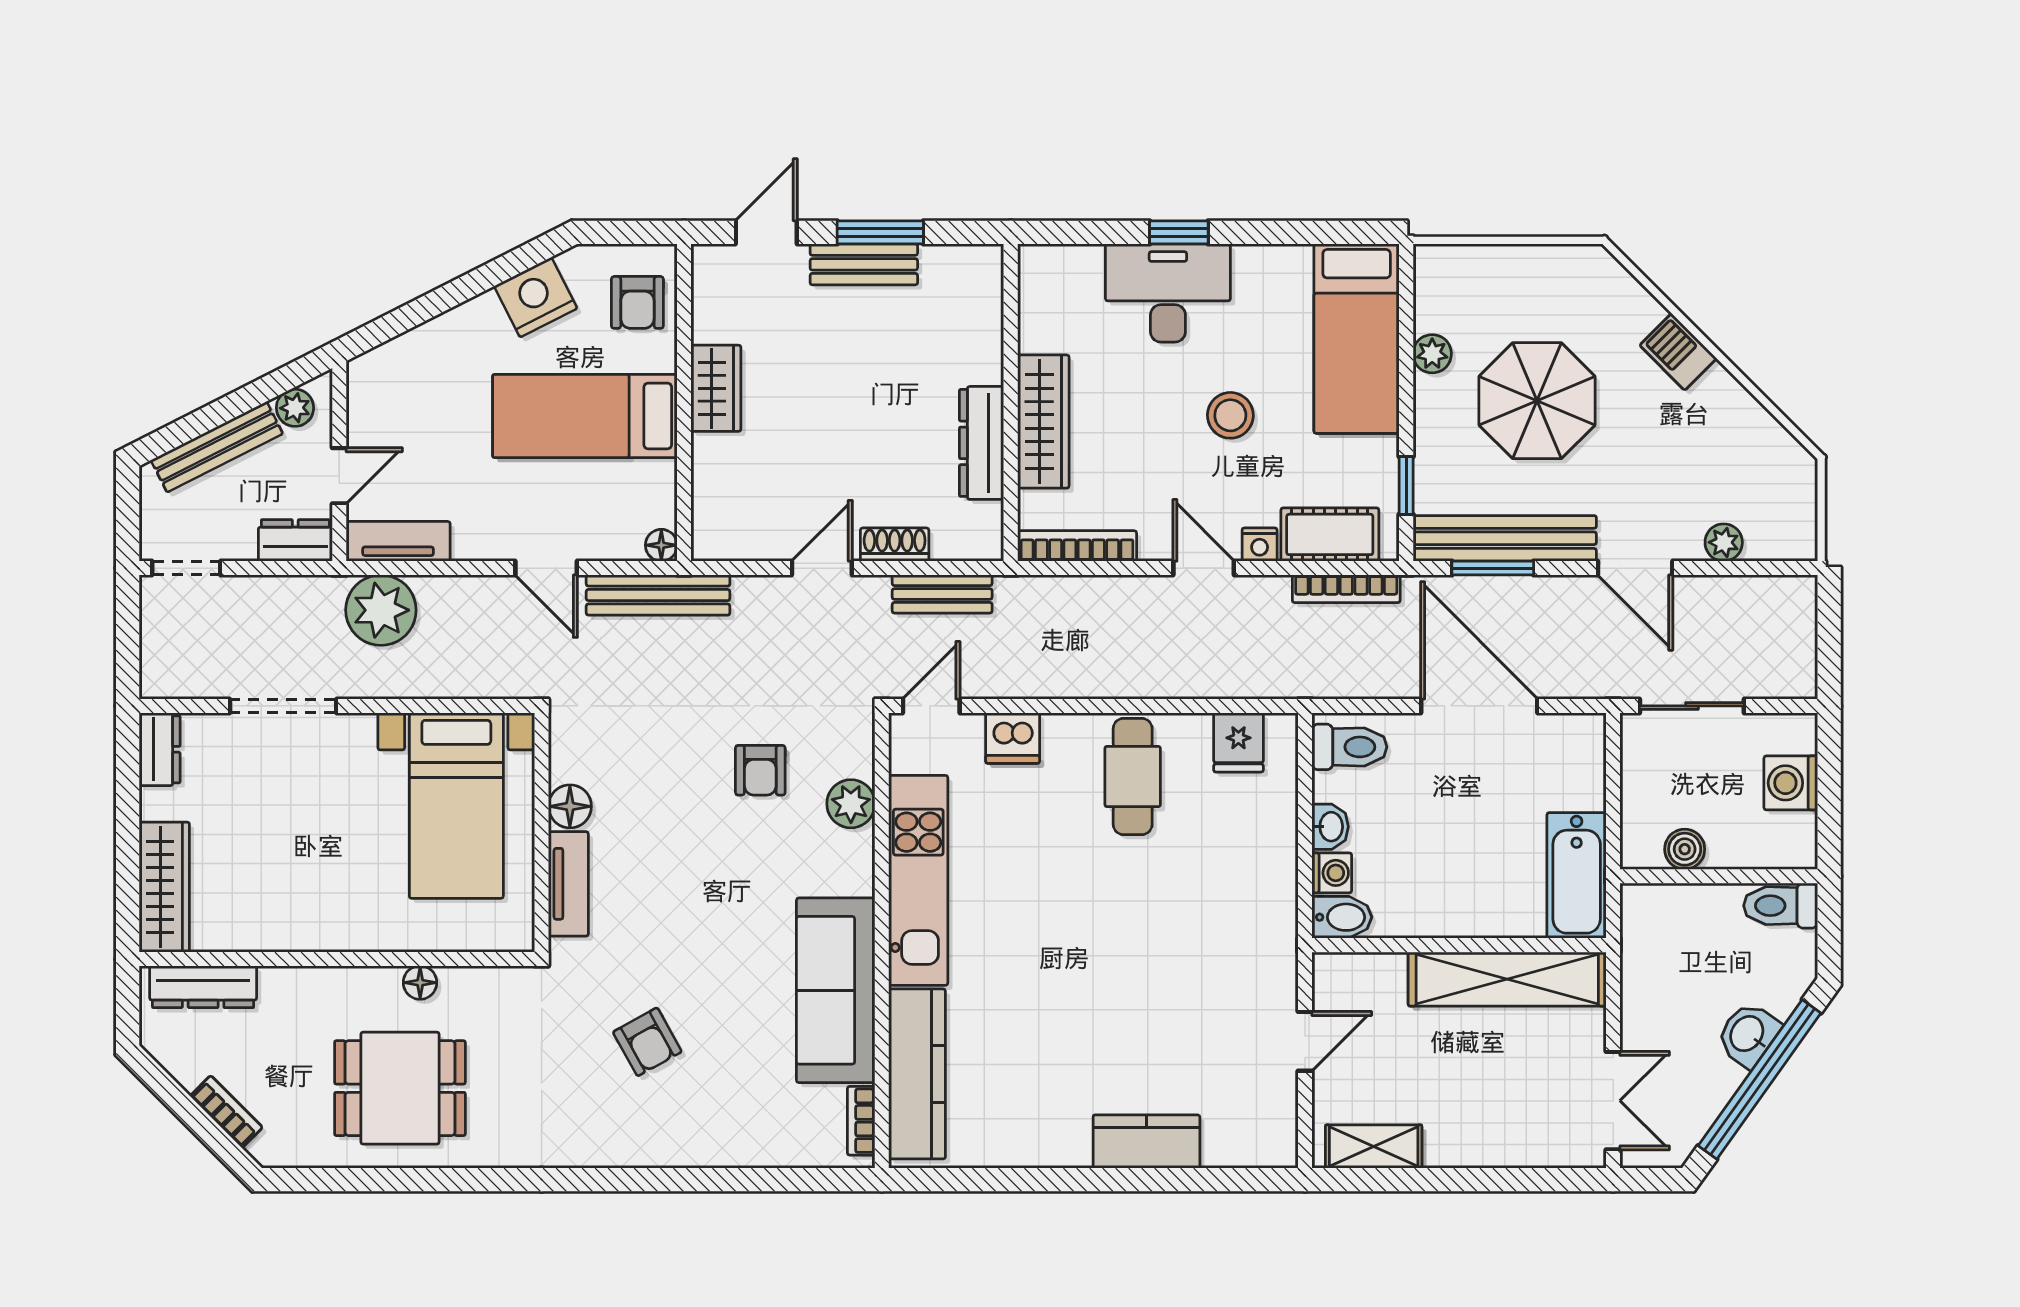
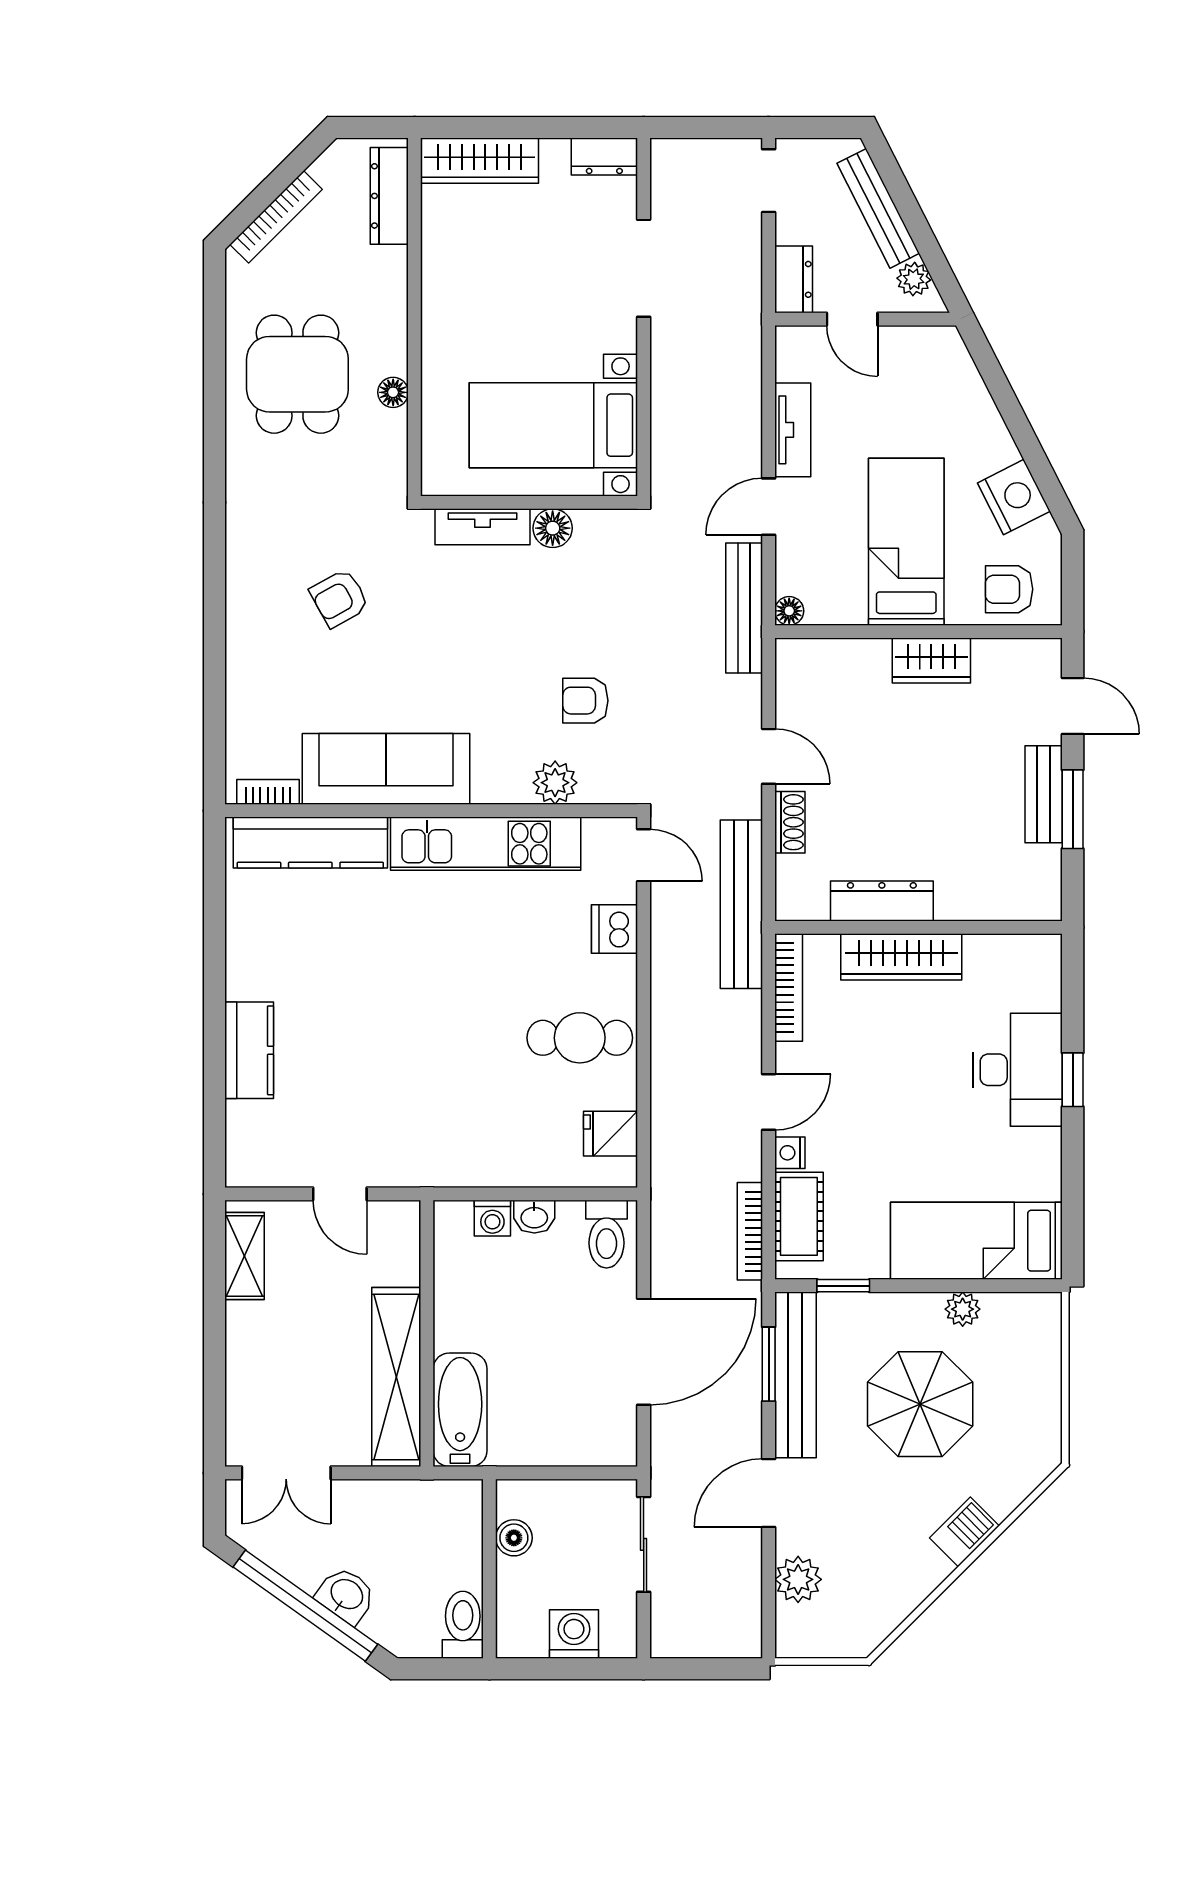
stool: (1230, 415) -> (907, 1126), removed
tv unit: (398, 541) -> (793, 430), moved
plant: (1724, 542) -> (798, 1579), width x1.38, depth x1.38
bench: (942, 594) -> (741, 904), width x1.86, depth x1.21
plant: (381, 610) -> (730, 357), removed
bathtub: (1577, 875) -> (460, 1410), moved, turned 90
bidet: (1342, 917) -> (452, 1227), removed
bookcase: (226, 1112) -> (276, 217), width x1.56

